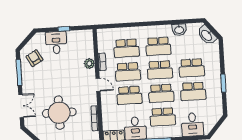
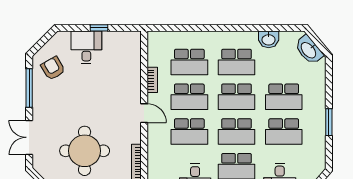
plant: (89, 64) -> (133, 81), removed
double door: (21, 106) -> (29, 137), swing flipped

